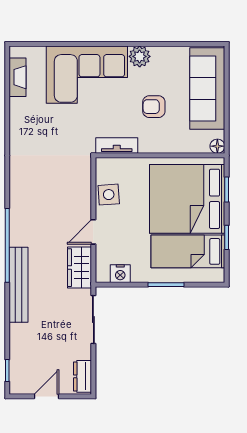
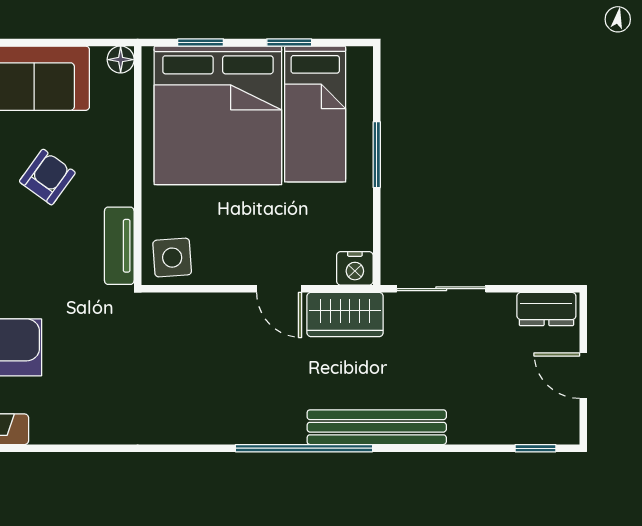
armchair: (154, 107) -> (47, 177), turned -144
side table: (109, 195) -> (172, 258), moved
nightstand: (120, 274) -> (355, 268), moved, turned 90

